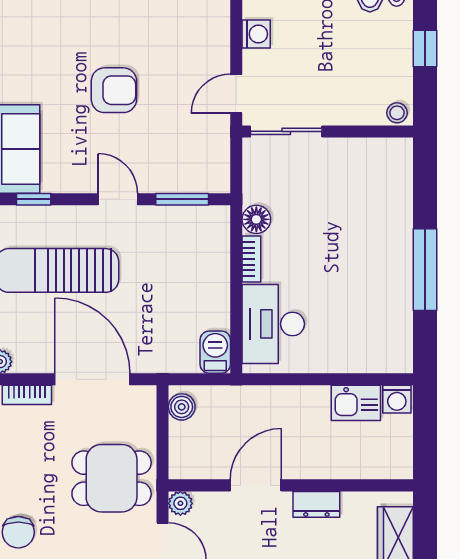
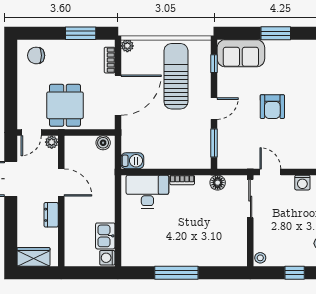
floor lamp: (256, 219) -> (218, 183), moved

